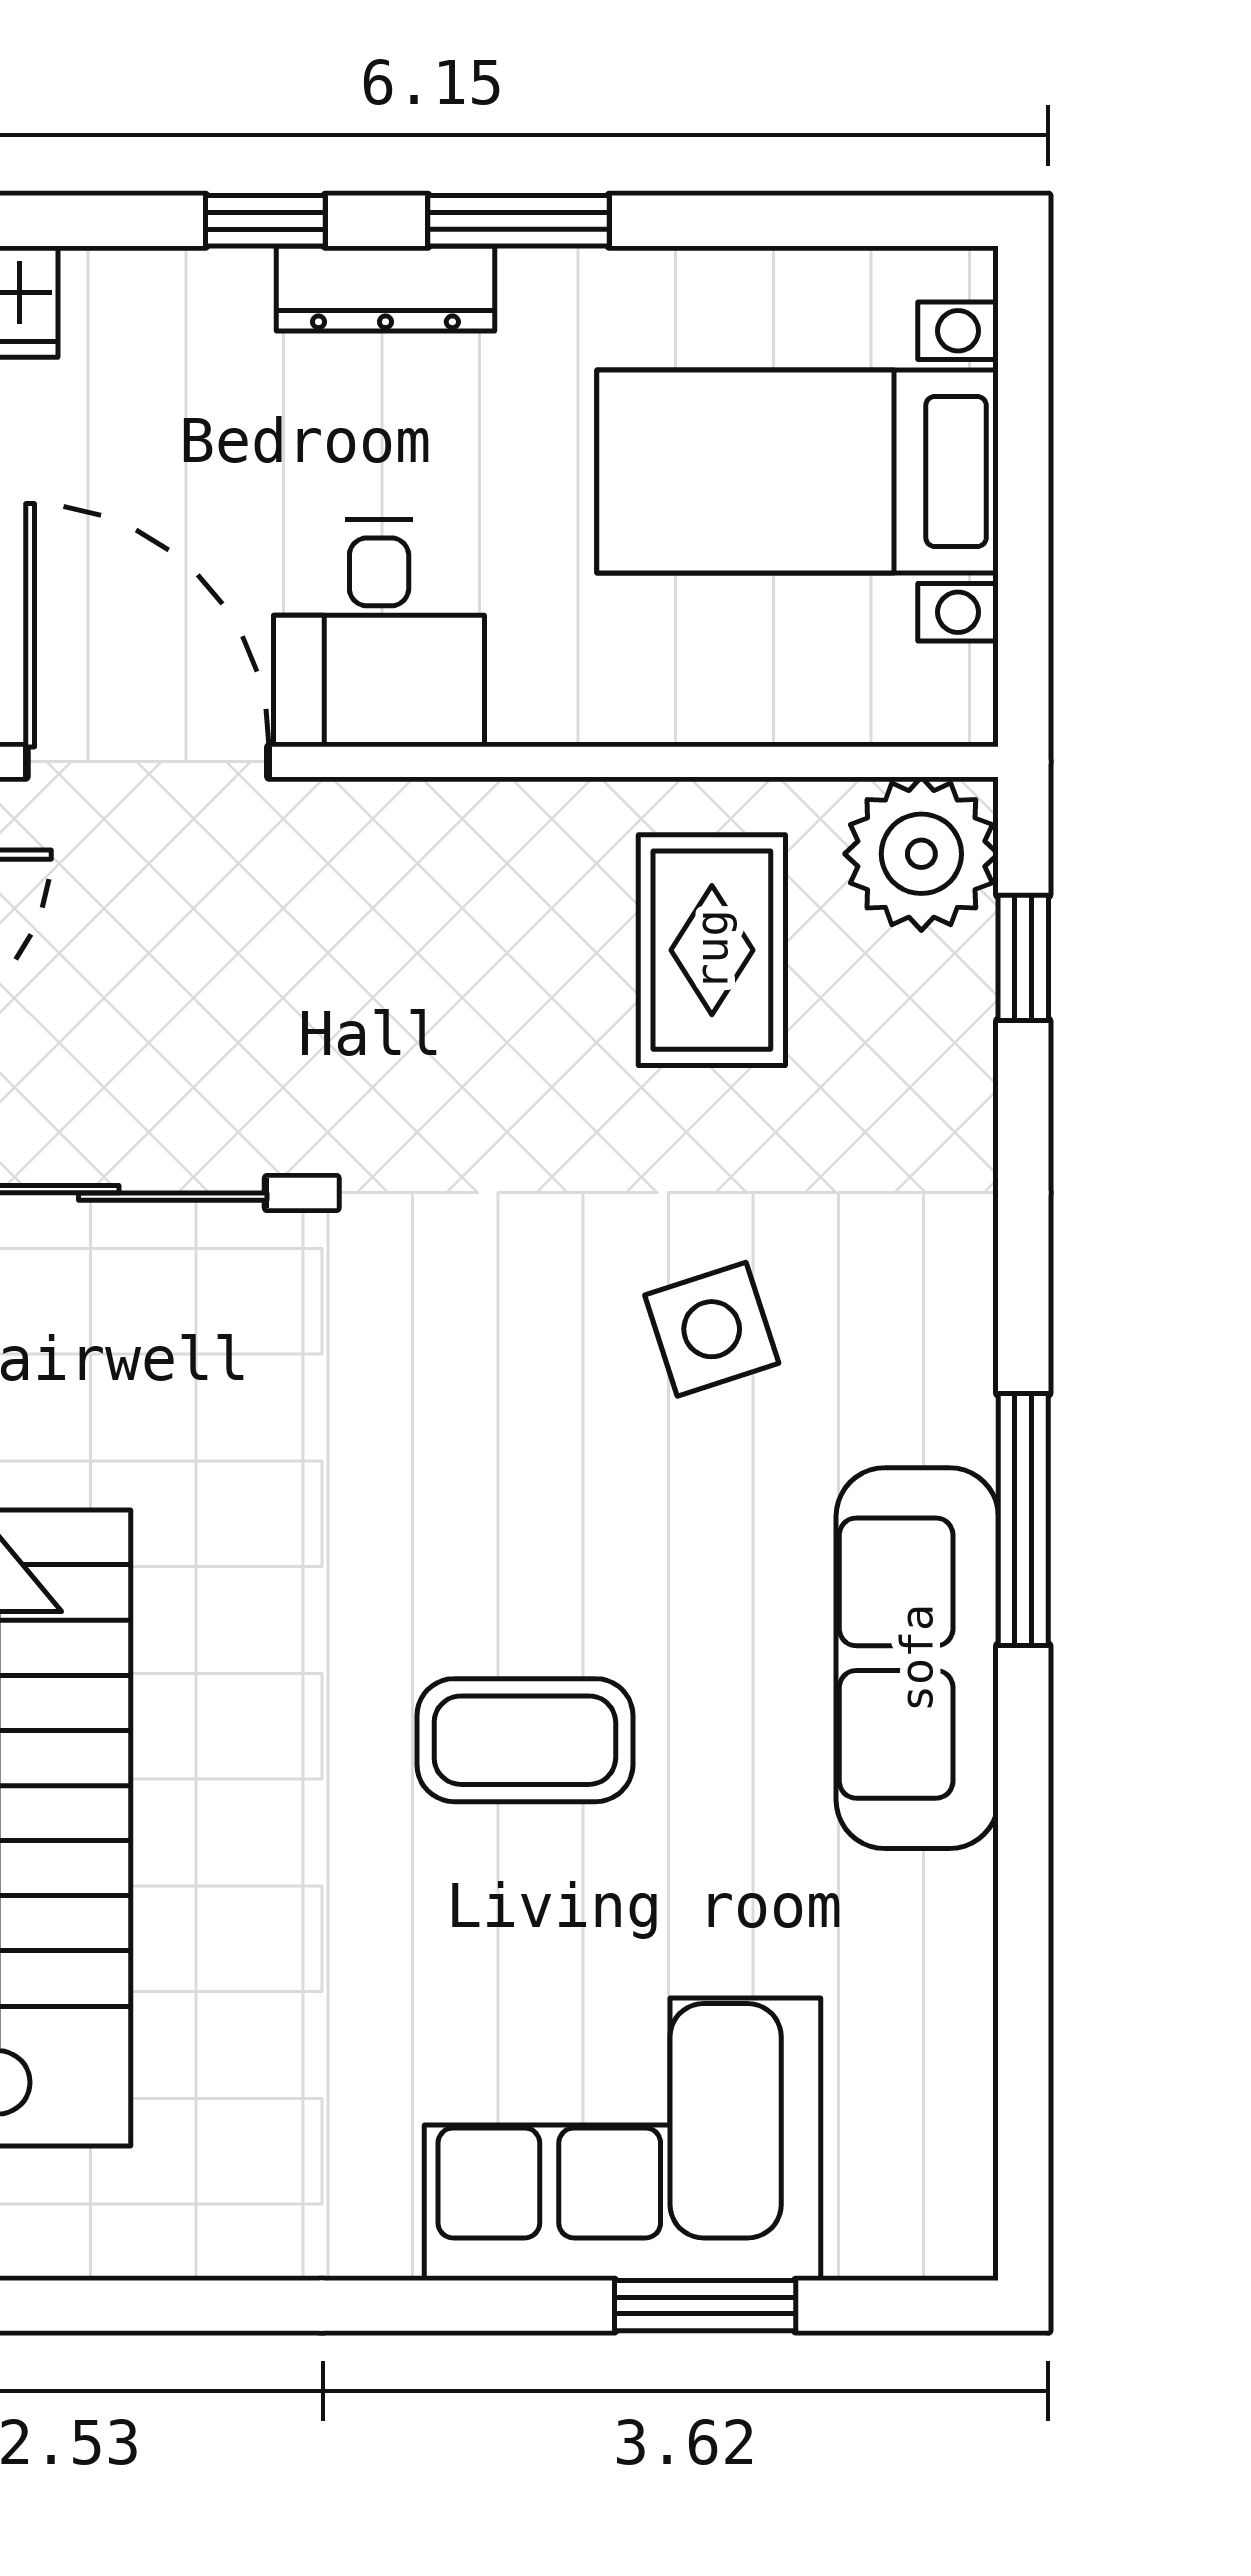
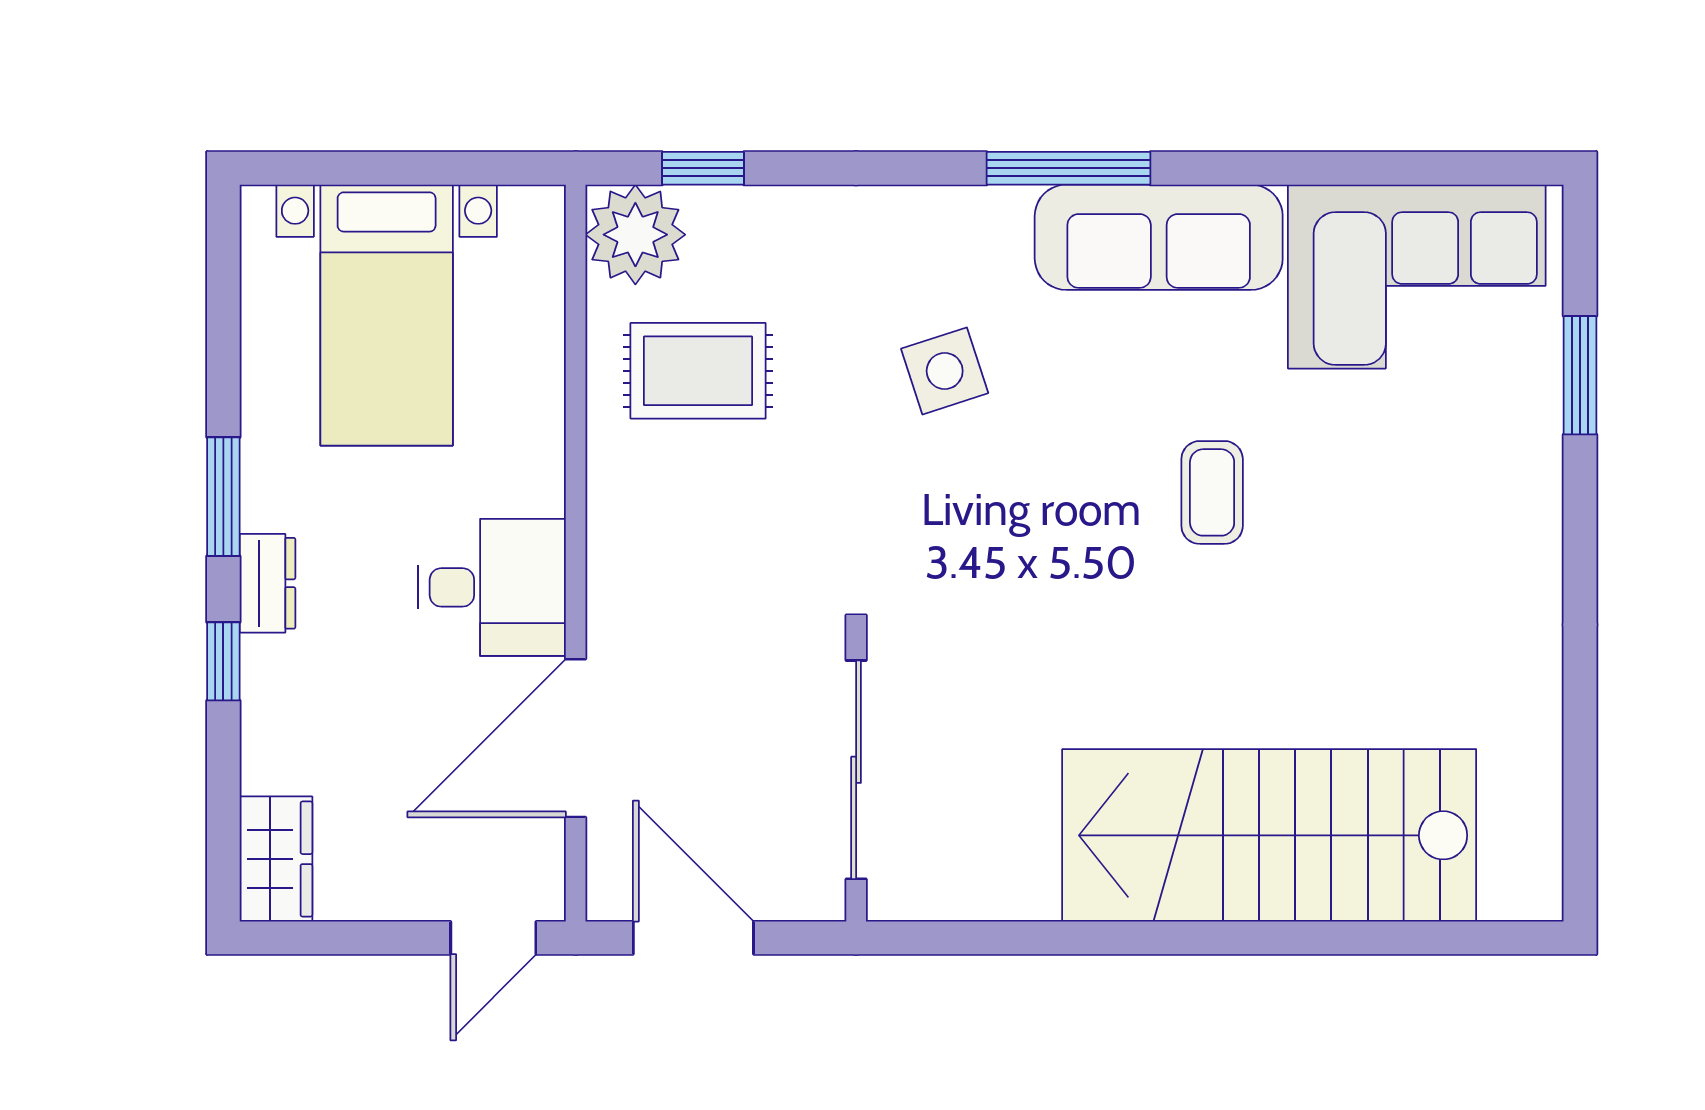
dresser: (385, 288) -> (267, 583), width x0.70
coffee table: (525, 1740) -> (1212, 492), width x0.73, depth x0.77
corner sofa: (623, 2139) -> (1417, 277), moved, turned -90

